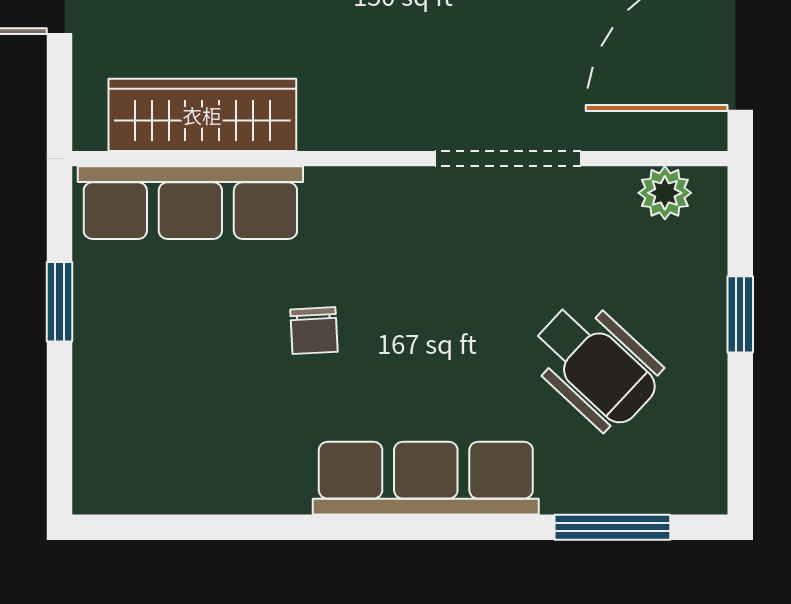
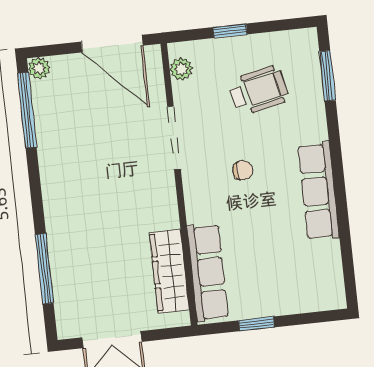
chair: (314, 331) -> (243, 170), moved
wheelchair: (596, 365) -> (259, 91), turned 35
row of seats: (426, 478) -> (319, 191), moved

